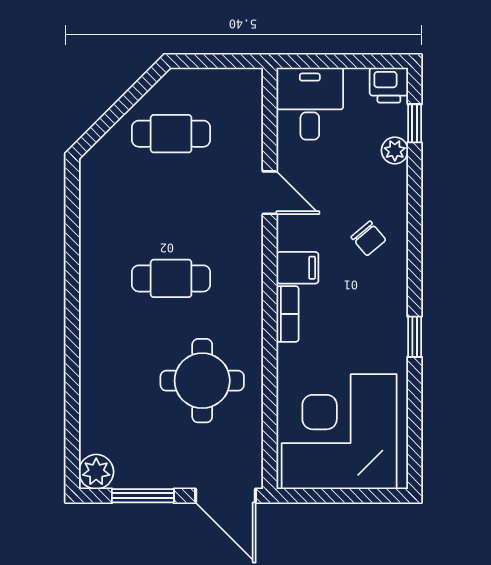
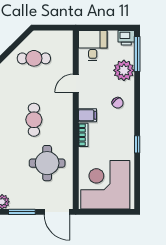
window: (415, 123) -> (137, 54), width x2.17
plant: (395, 150) -> (124, 70), width x1.87, depth x1.87
door: (270, 193) -> (76, 83), swing flipped
cafe table: (171, 278) -> (34, 120), turned 90

